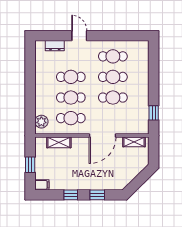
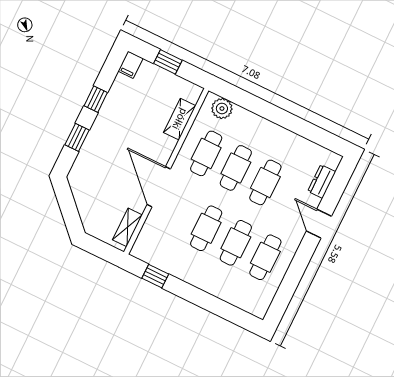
door: (79, 36) -> (319, 224), swing flipped

